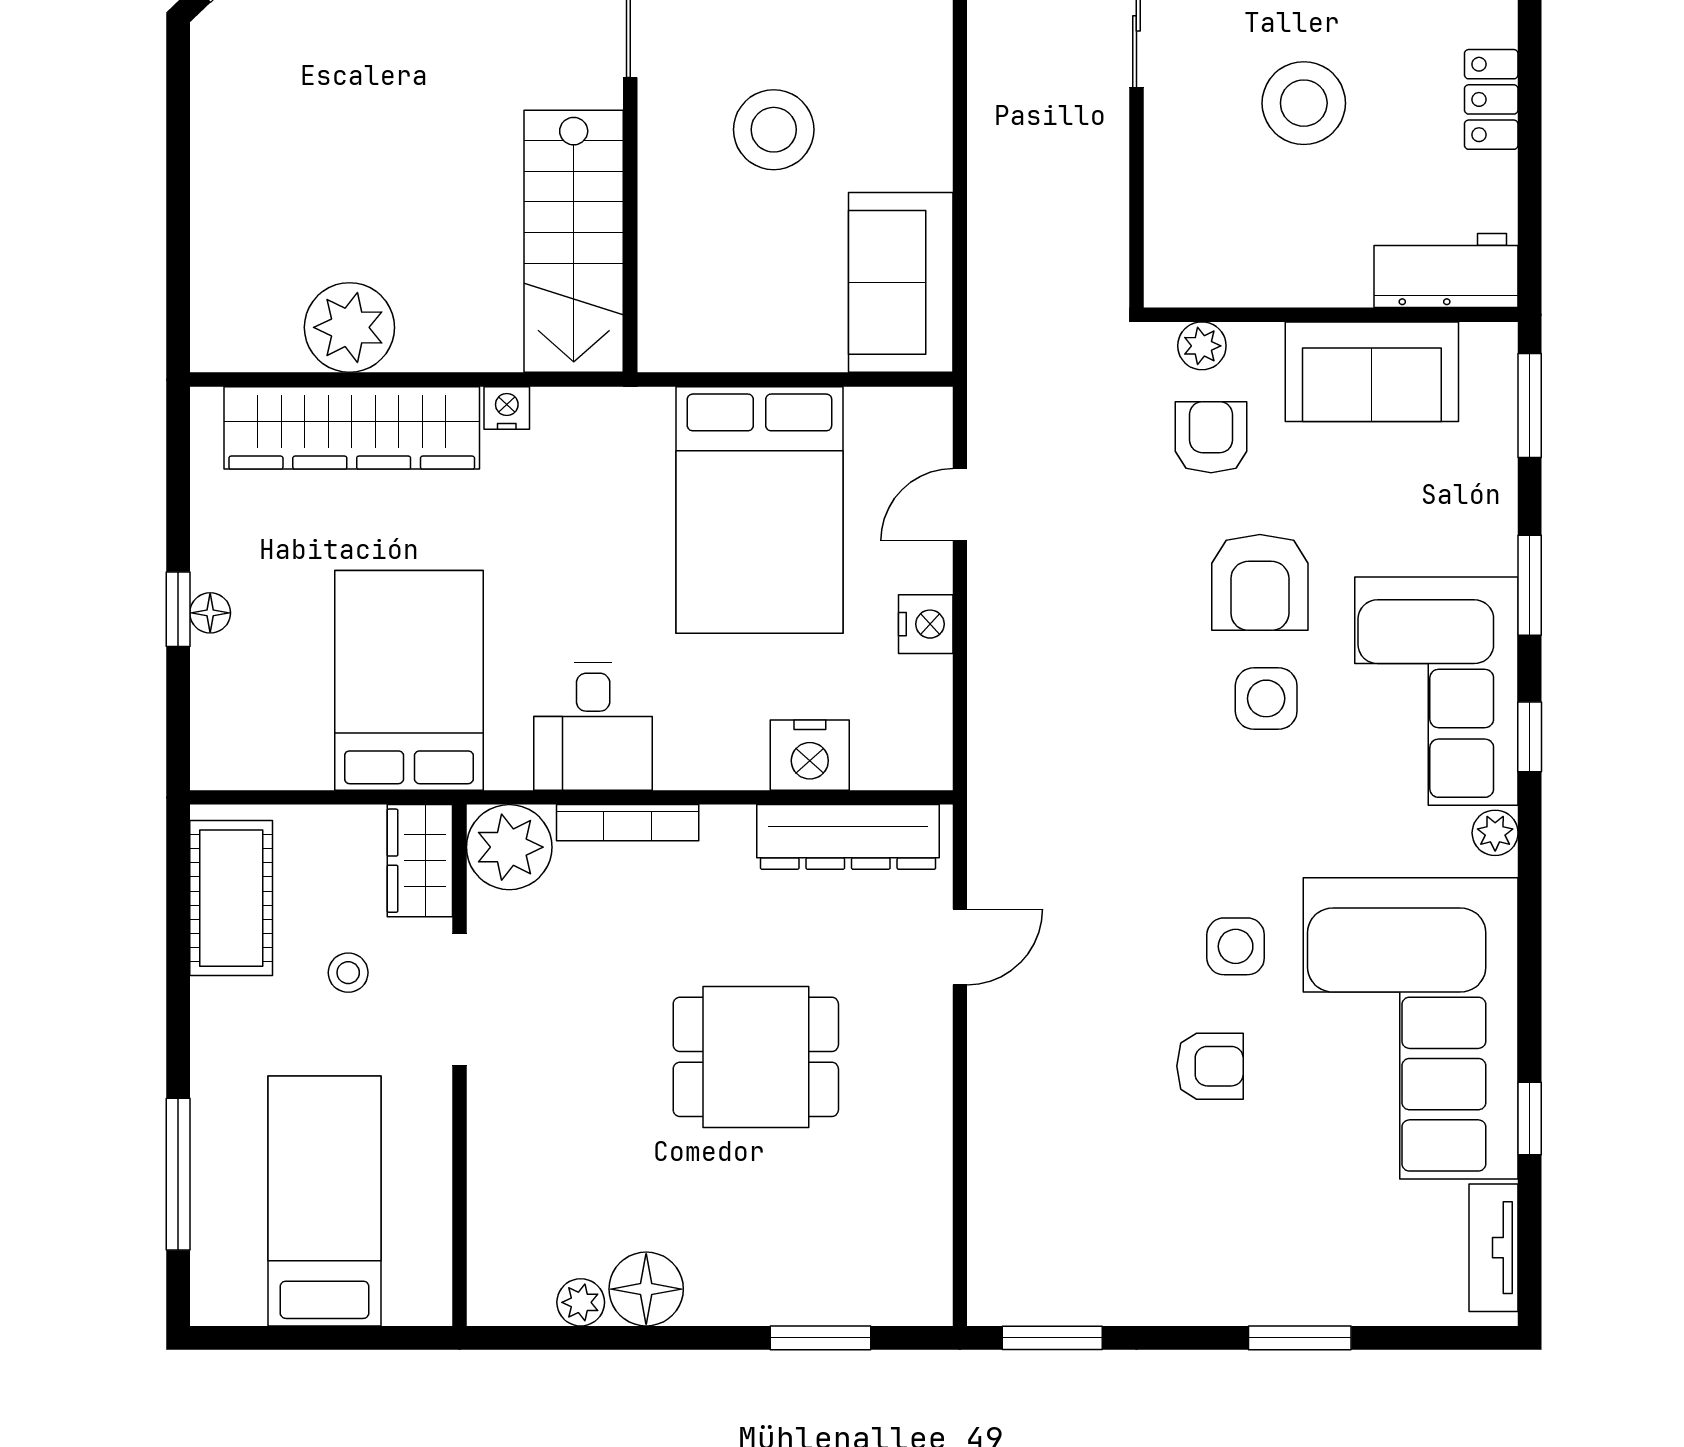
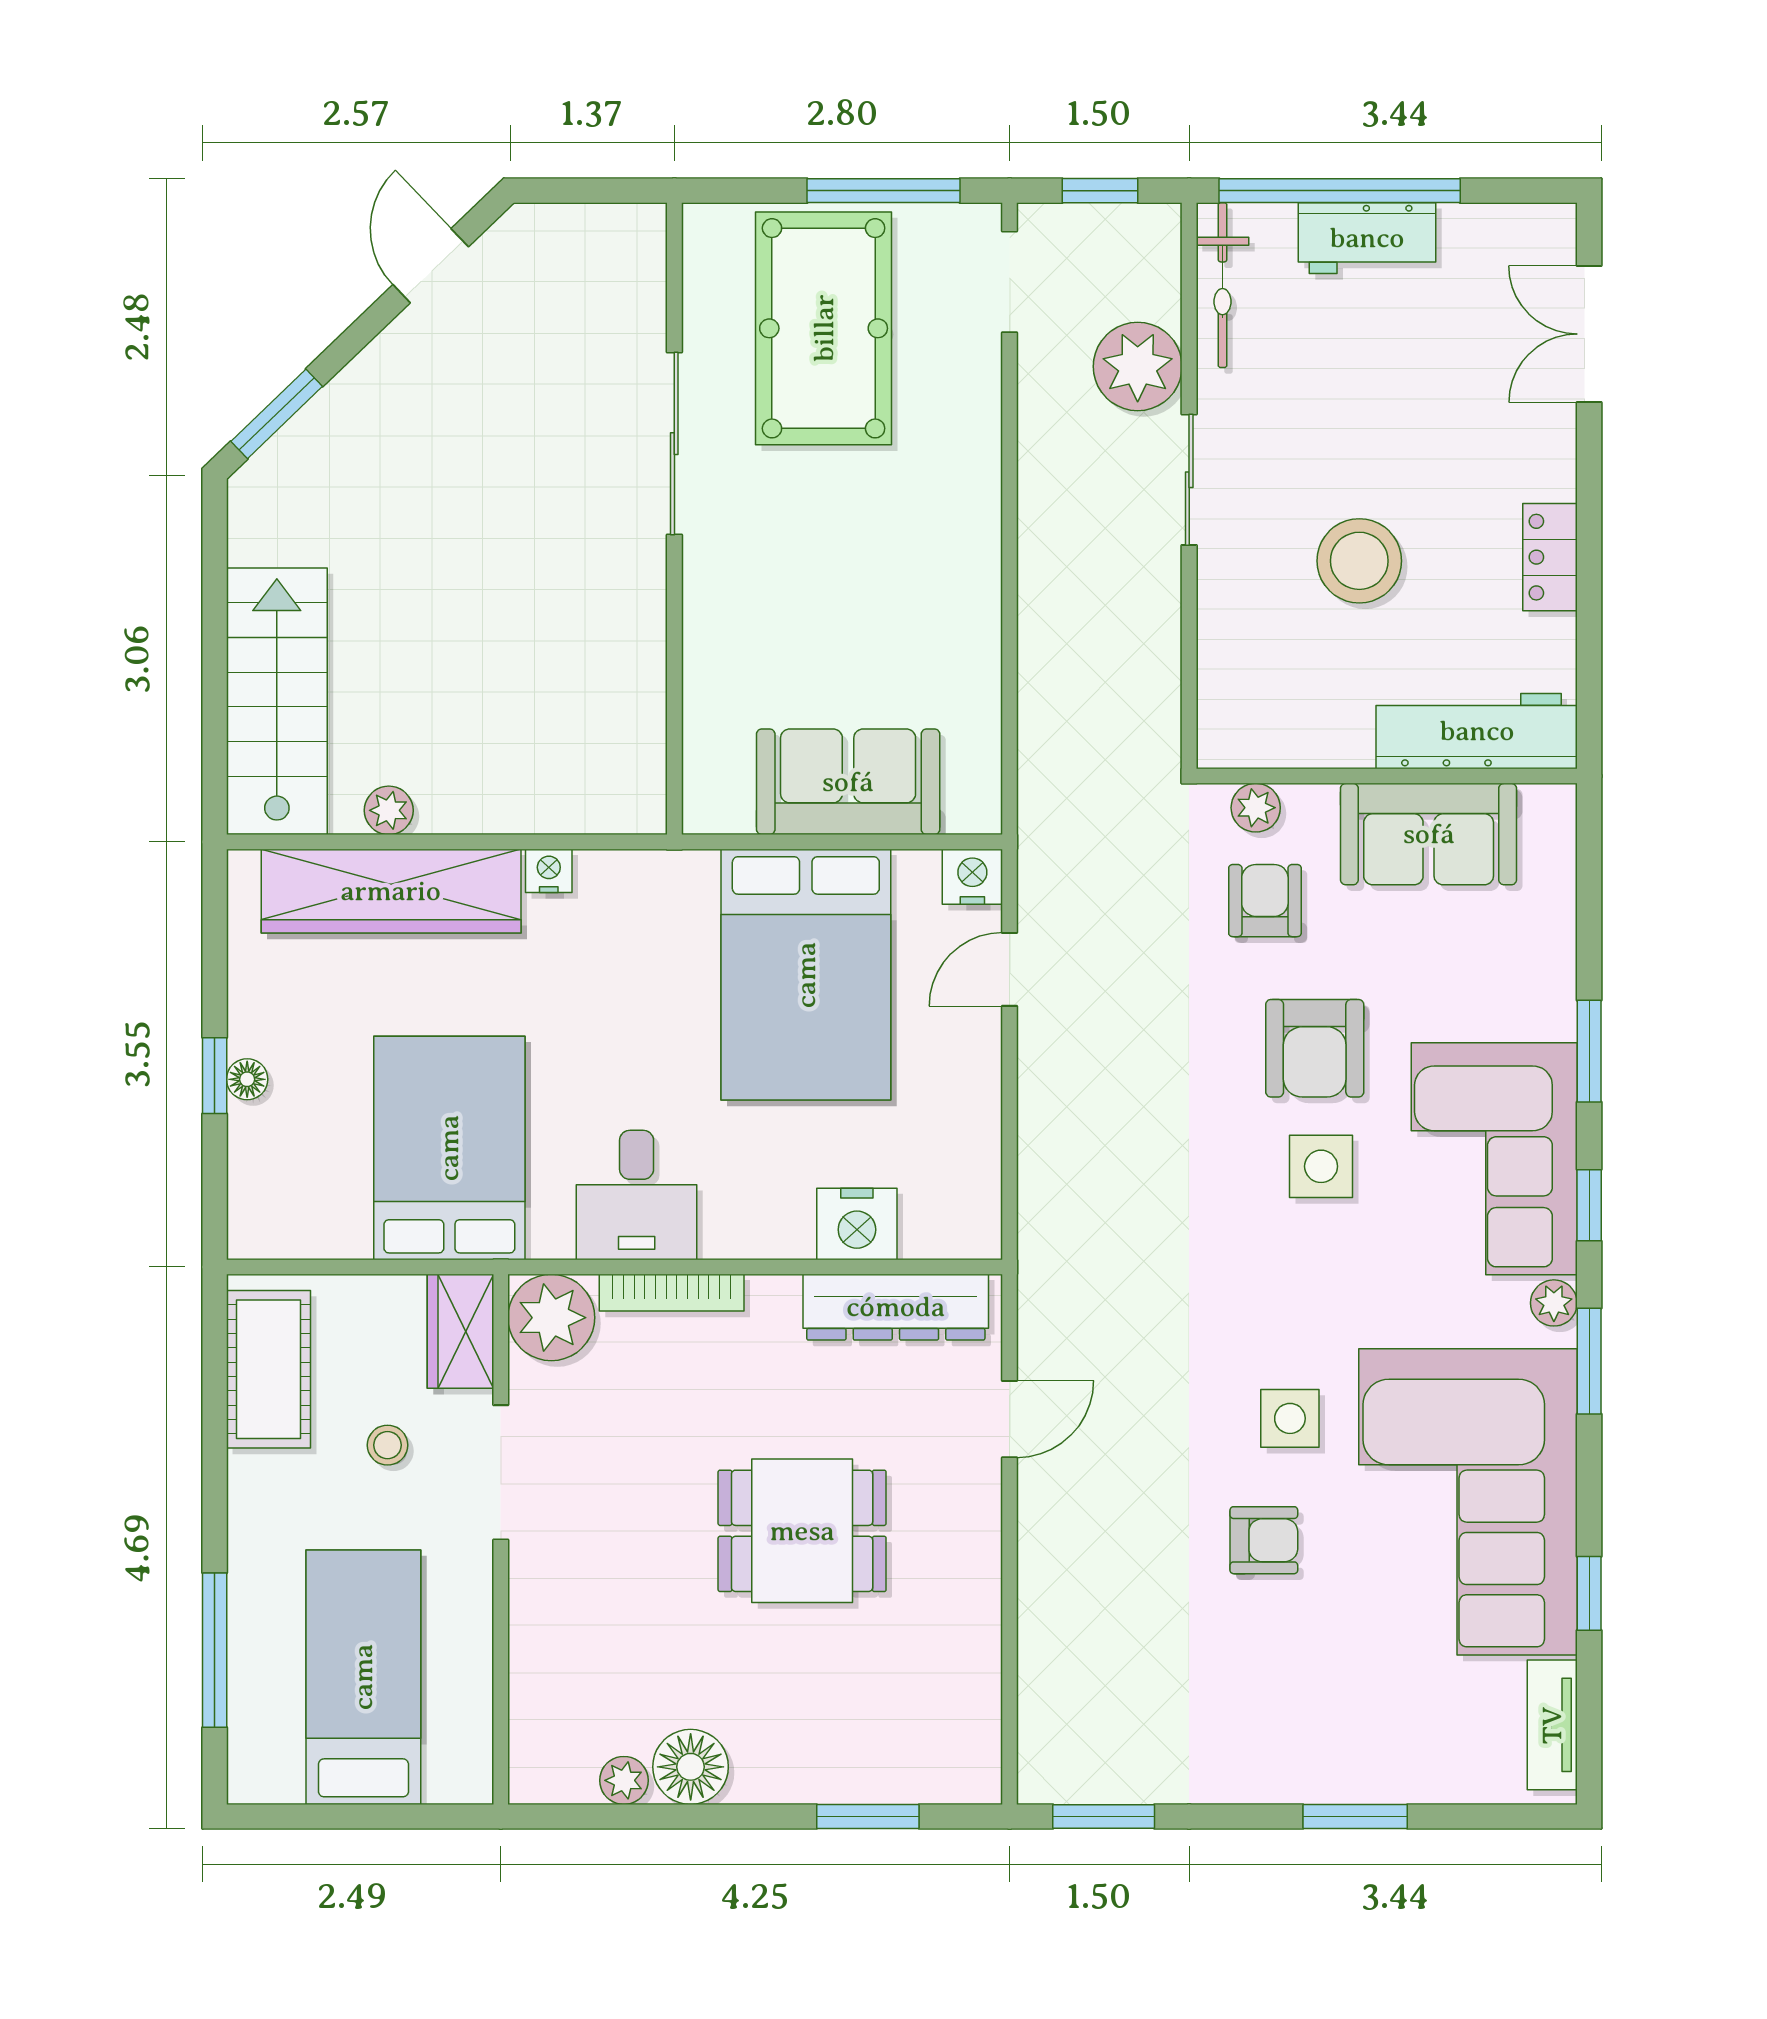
stool: (774, 130) -> (820, 588), removed
stairs: (574, 241) -> (277, 701), moved, turned 180
workbench: (1446, 271) -> (1477, 731), width x1.38
sofa: (901, 282) -> (848, 782), moved, turned 90
plant: (349, 327) -> (389, 810), width x0.53, depth x0.53
window: (1530, 405) -> (1589, 1361), moved
nightstand: (926, 624) -> (972, 877), moved, turned -90

